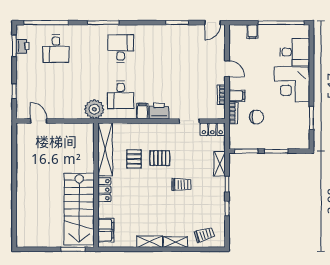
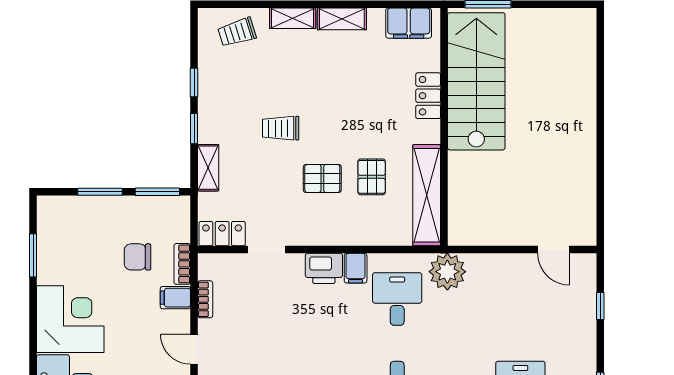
locker: (104, 190) -> (428, 96), moved
filing cabinet: (106, 230) -> (409, 23), moved, turned -90

